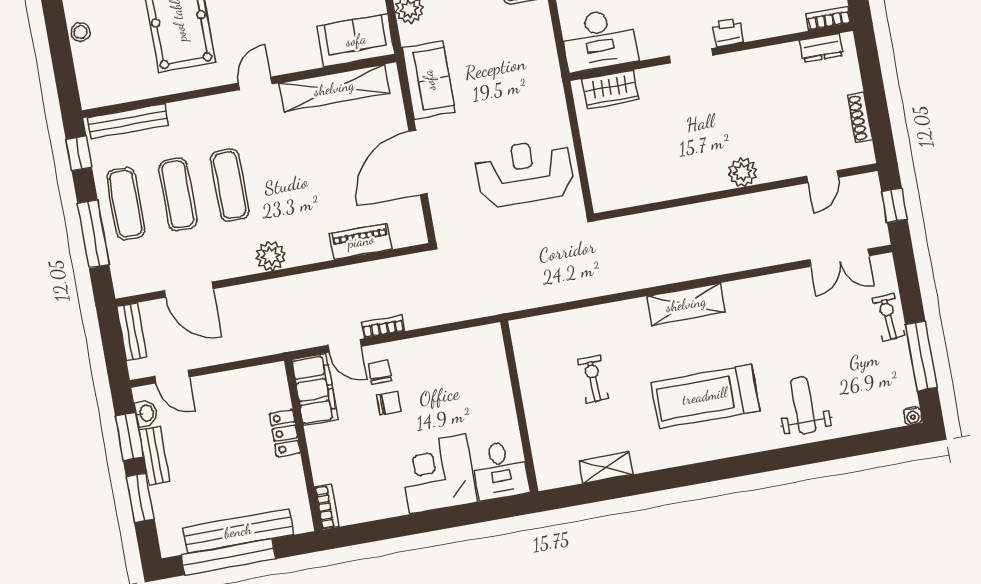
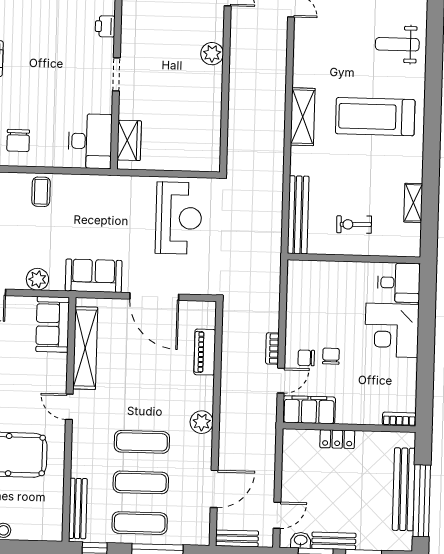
printer: (728, 33) -> (105, 26), moved
reception desk: (524, 173) -> (179, 218), turned 180
bench: (560, 324) -> (298, 215), added
exercise bike: (593, 379) -> (354, 224), moved
treadmill: (705, 396) -> (375, 117), turned 90

